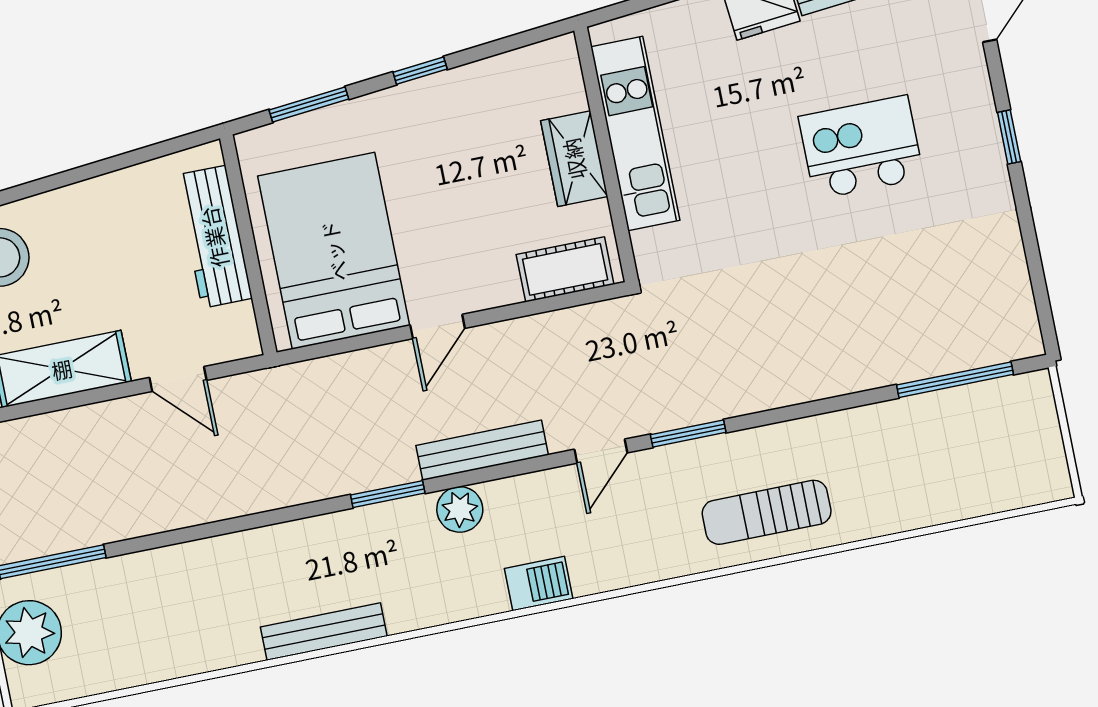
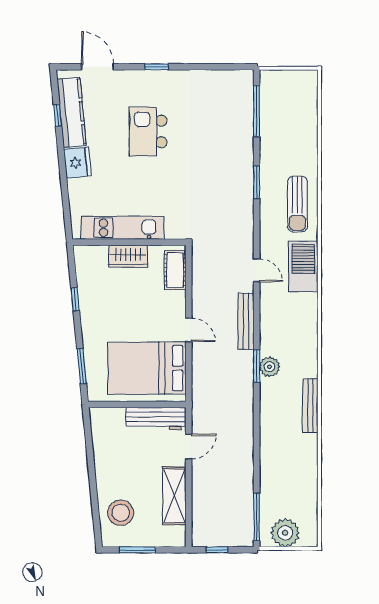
window: (420, 71) -> (75, 299), moved
workbench: (214, 237) -> (156, 419), moved
window: (688, 433) -> (257, 182), moved
plant: (460, 509) -> (270, 367), moved
barbecue: (539, 584) -> (303, 266), moved, width x1.88, depth x1.53

